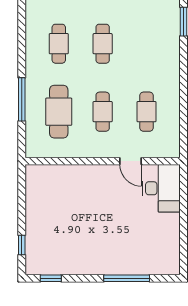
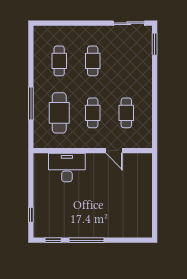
desk: (161, 188) -> (67, 168), moved, turned -90
window: (127, 278) -> (86, 240), moved

